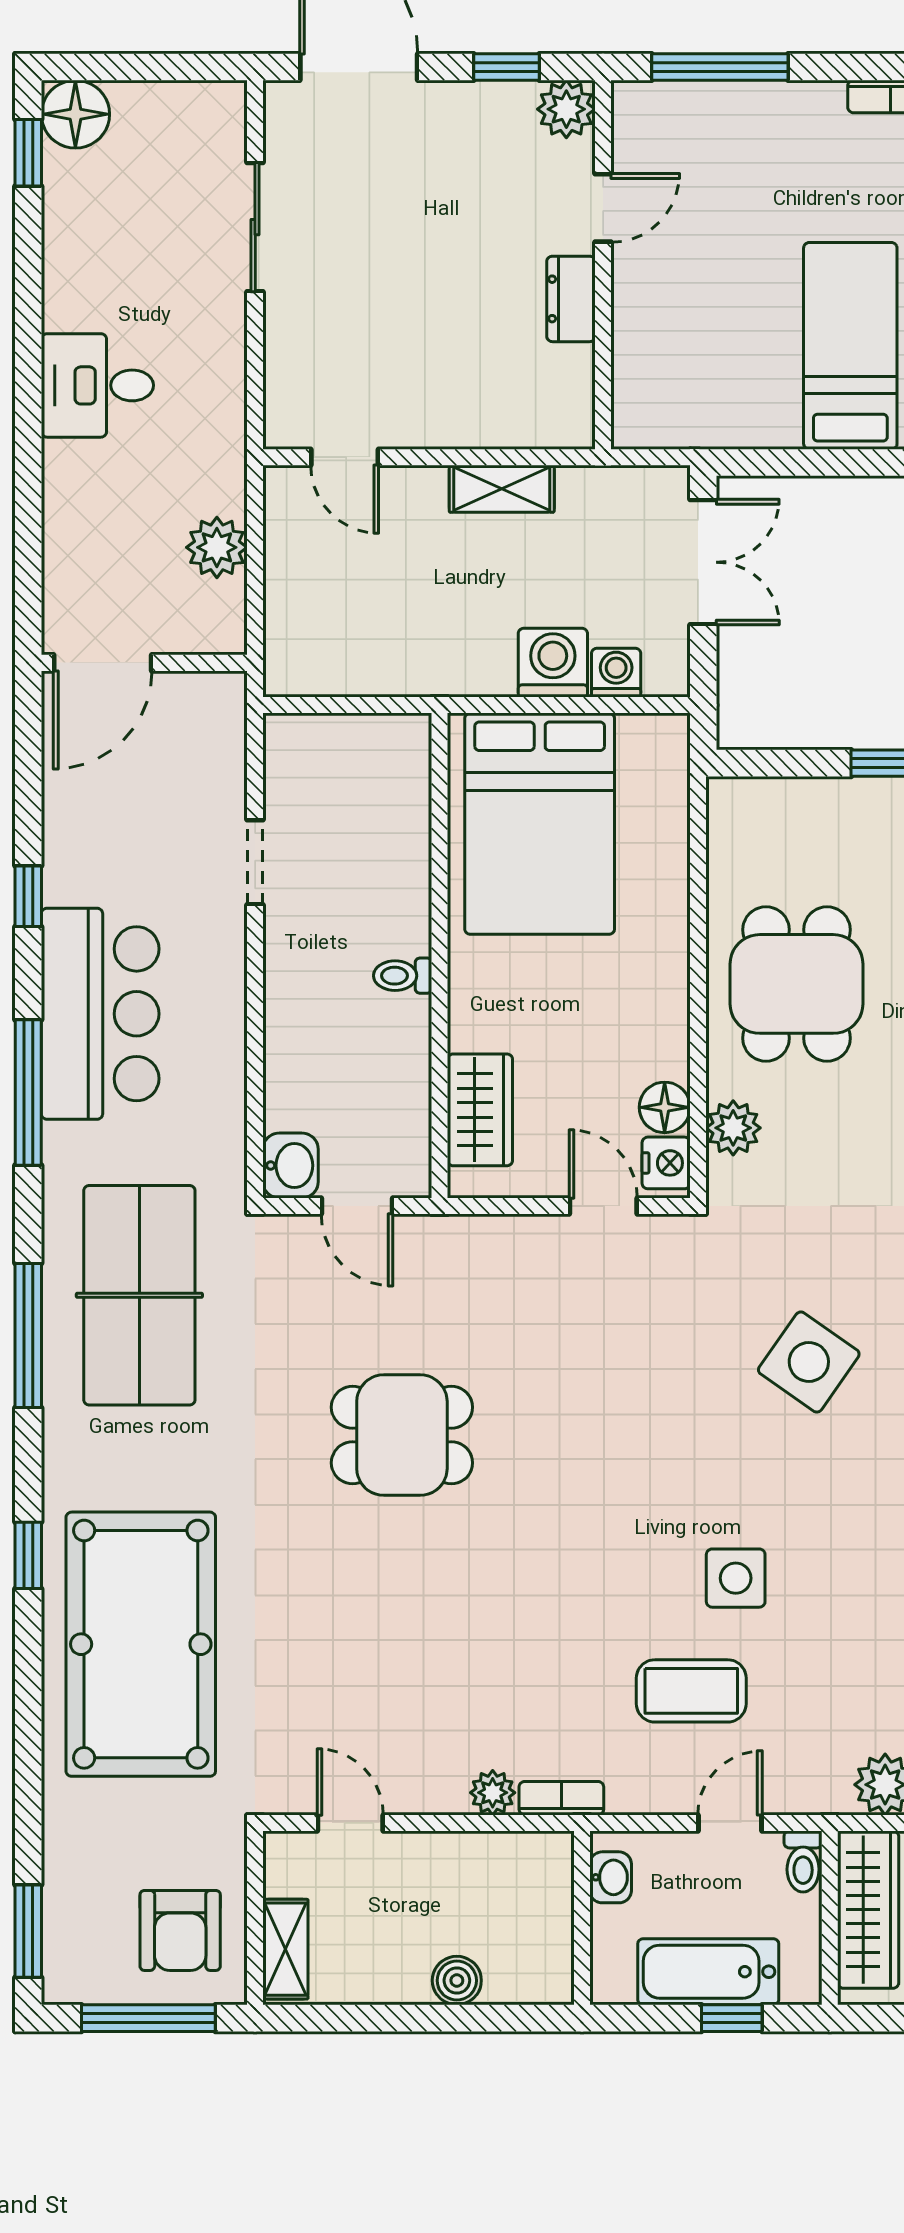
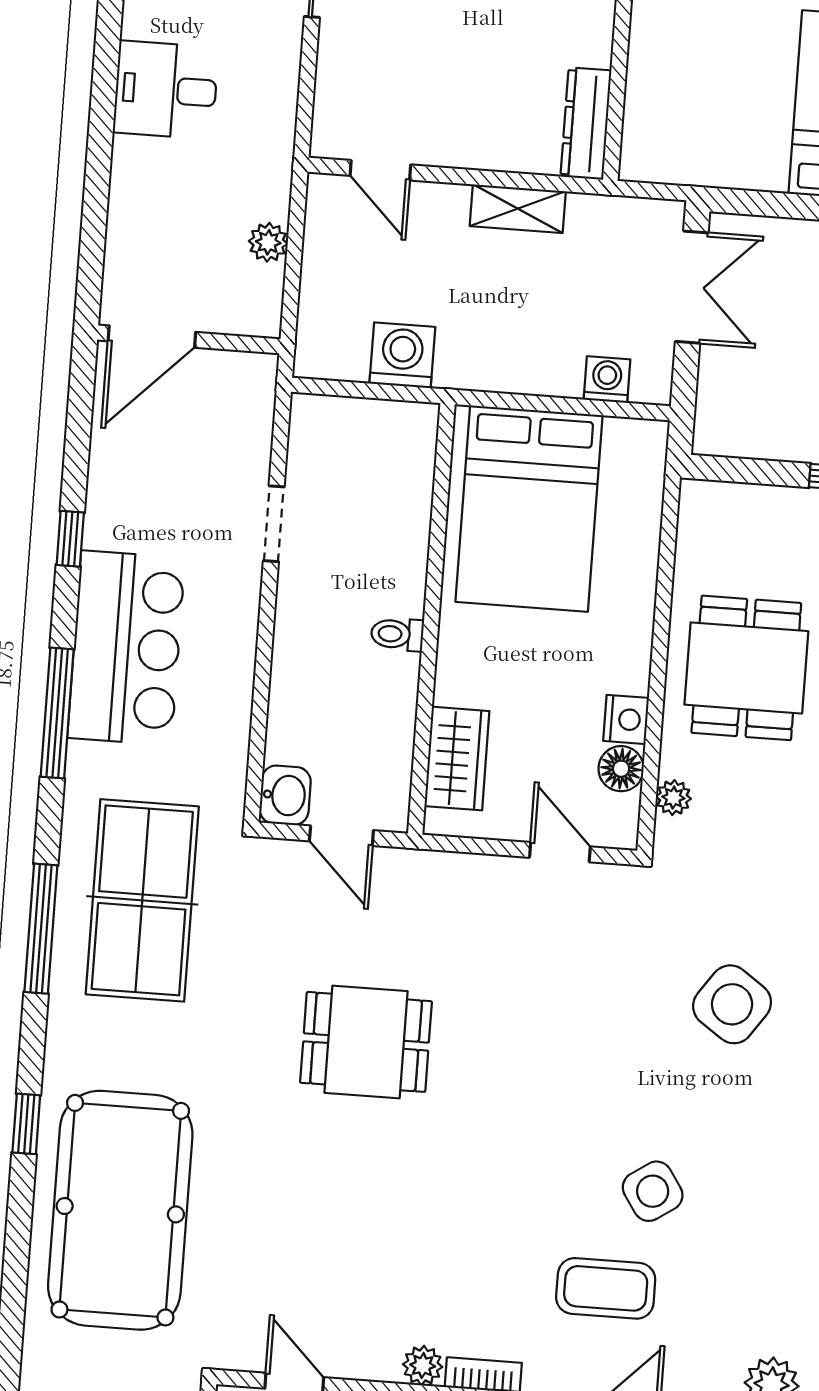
dresser: (571, 299) -> (586, 124), moved, width x1.44
plant: (217, 547) -> (268, 242), width x0.73, depth x0.73
washing machine: (553, 663) -> (402, 355), moved
plant: (733, 1128) -> (673, 798), width x0.73, depth x0.73
nightstand: (666, 1163) -> (626, 719), moved
side table: (736, 1578) -> (653, 1191), turned -34

